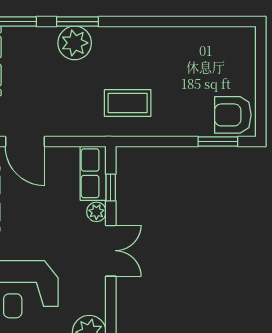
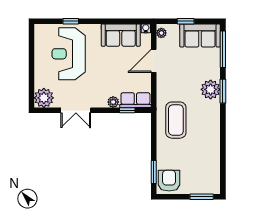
window: (261, 58) -> (202, 197), added
coffee table: (128, 103) -> (176, 120), width x1.36, depth x1.32
double door: (111, 251) -> (76, 110), moved

